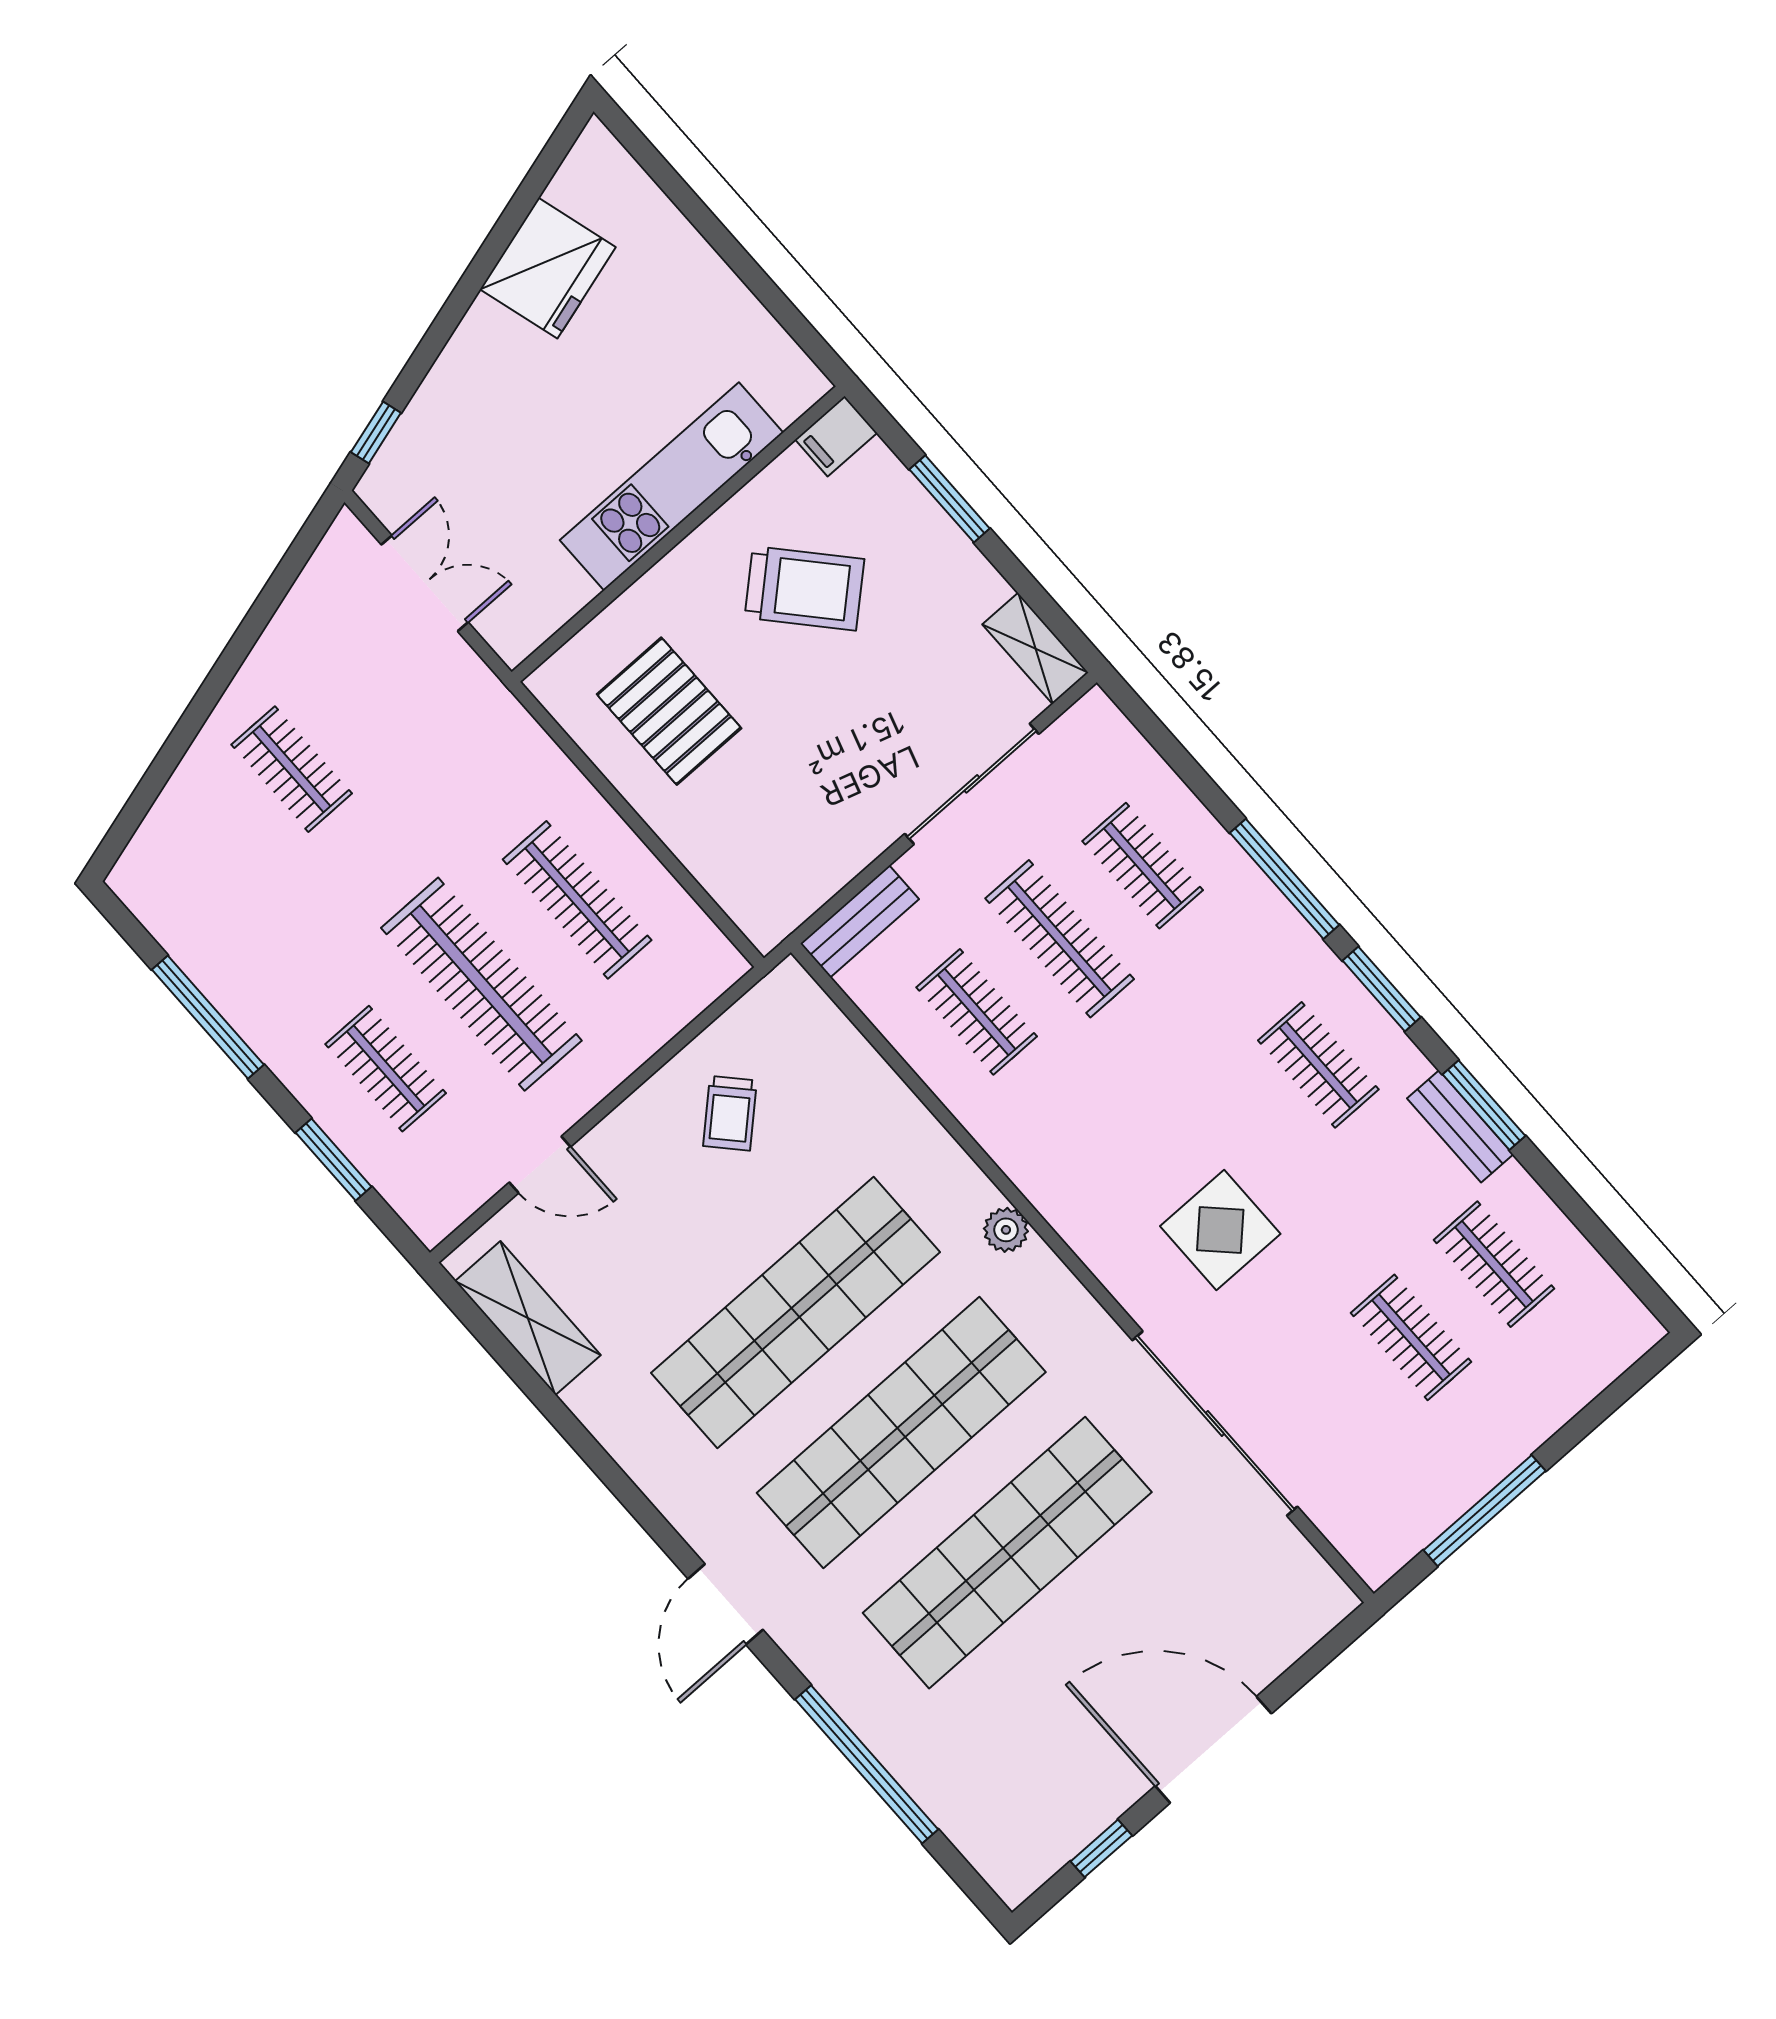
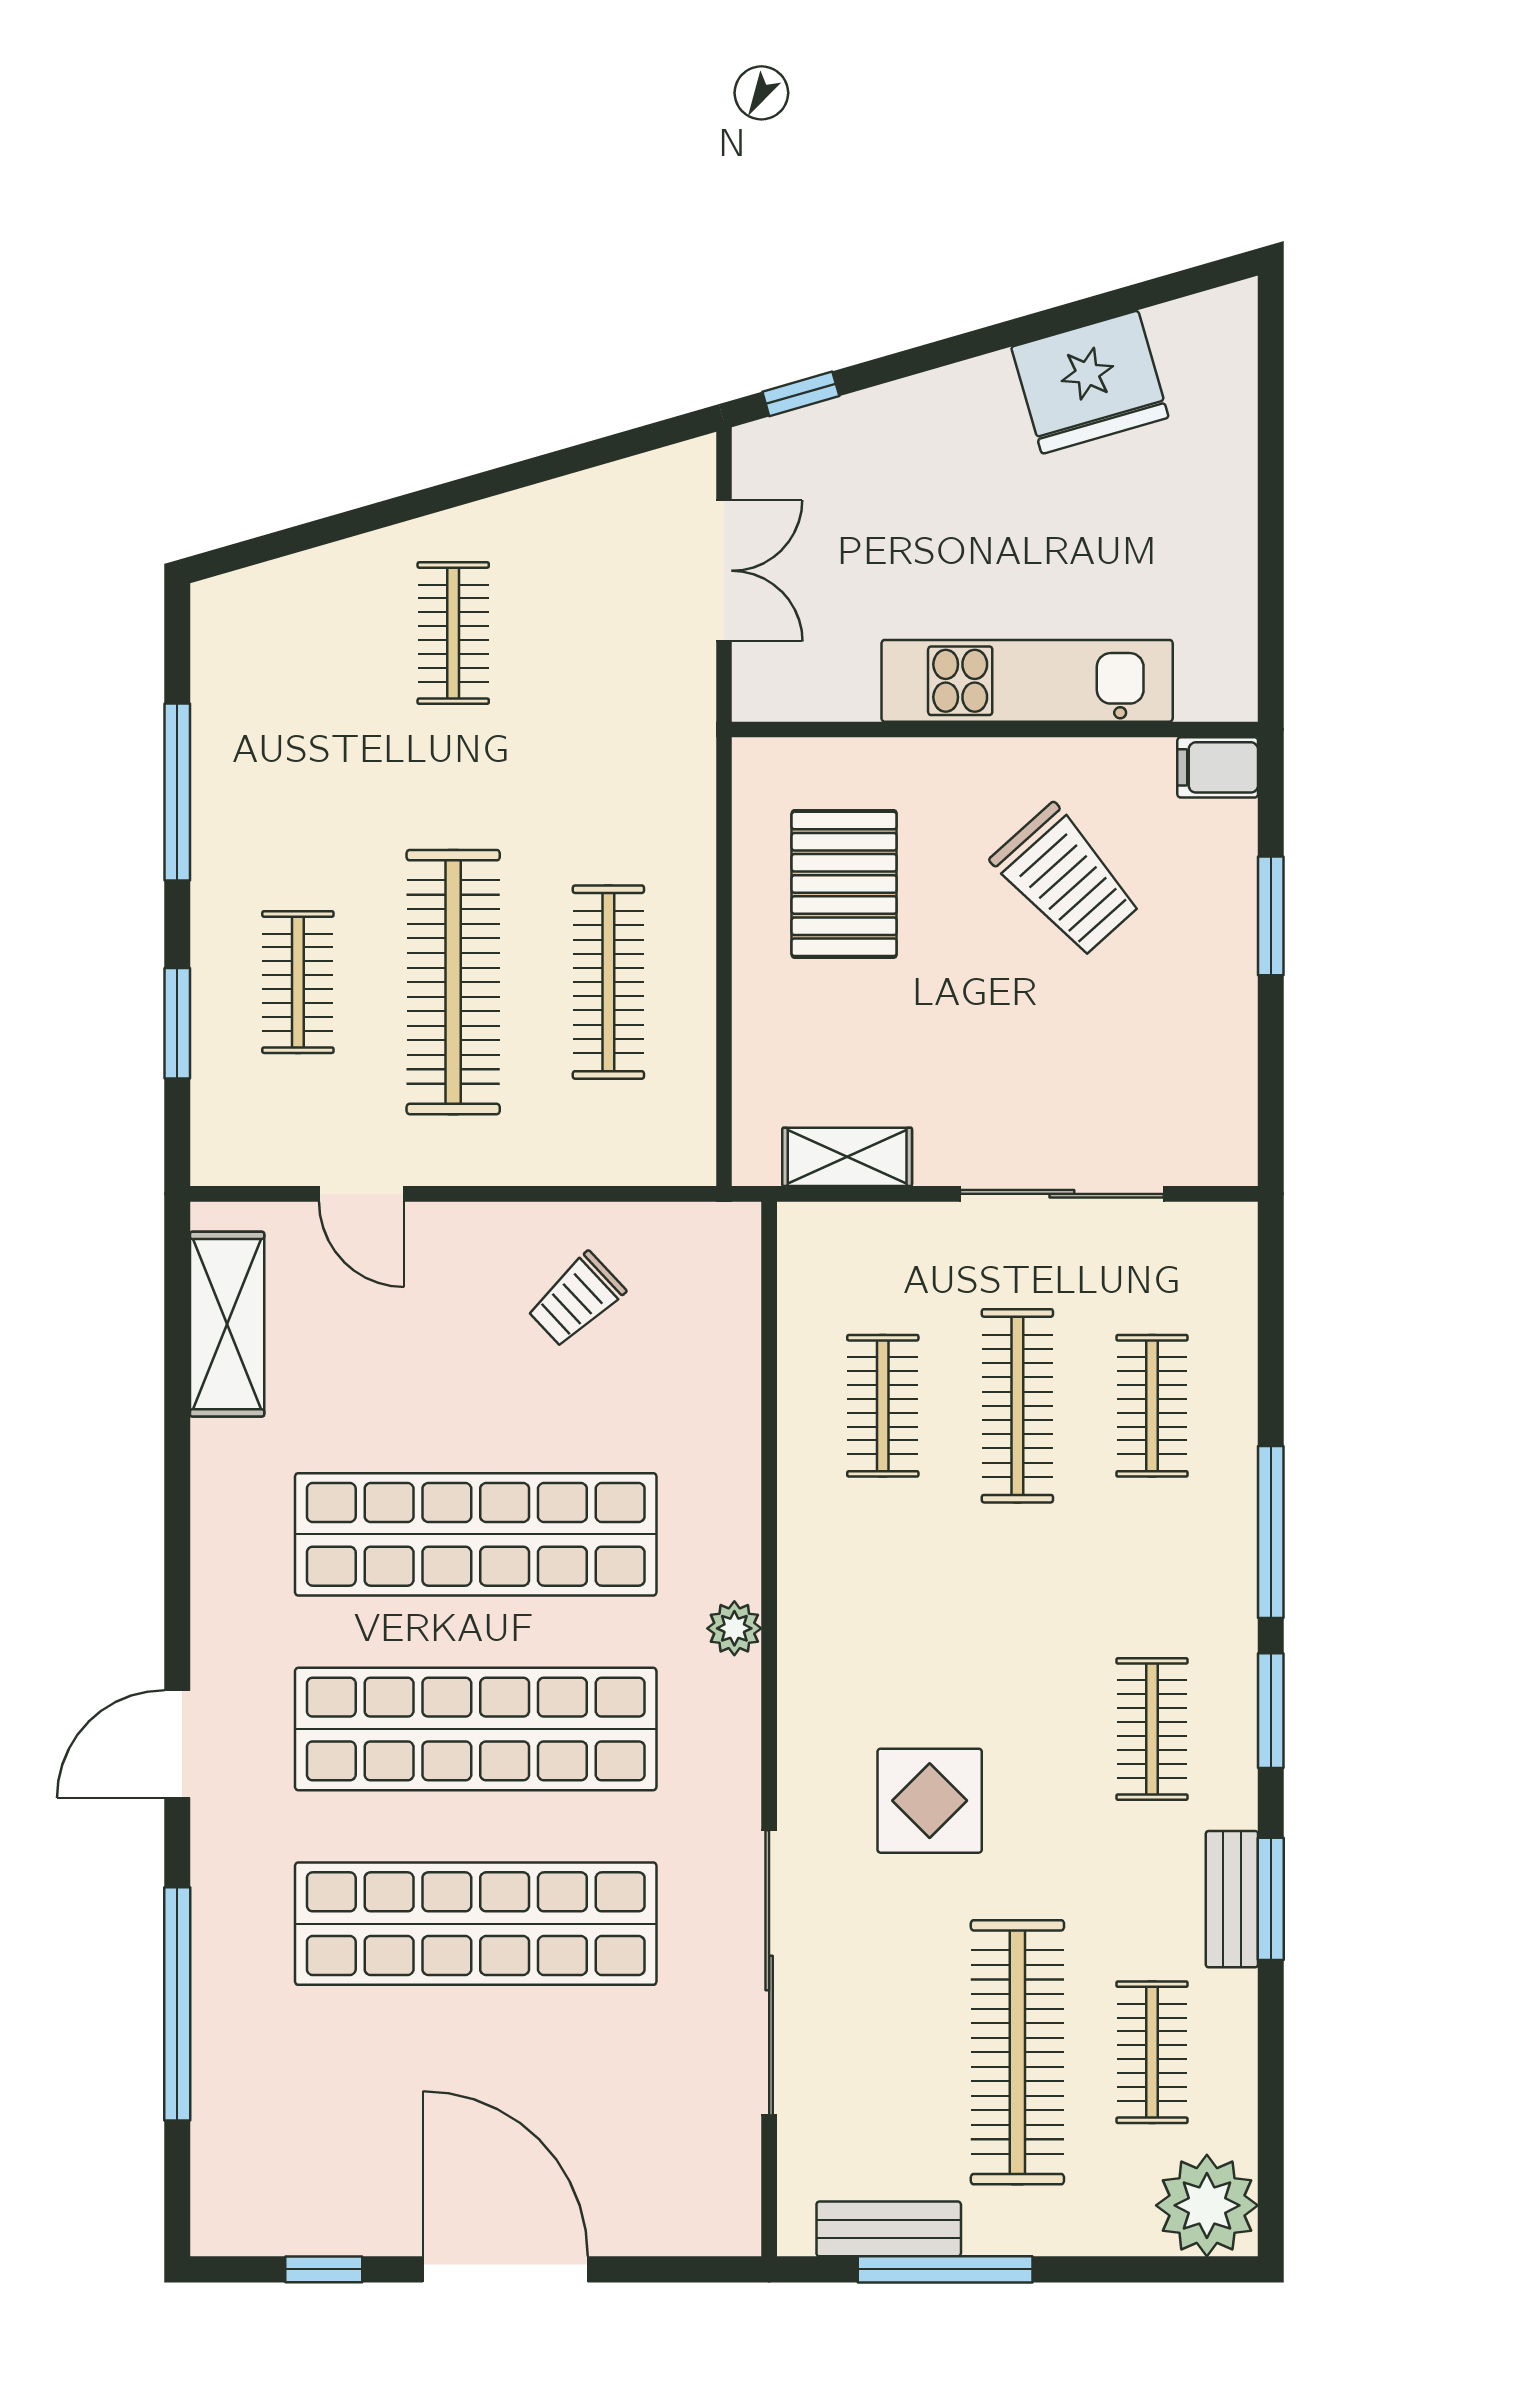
shelving: (1035, 648) -> (847, 1157), moved, turned 90
bench: (860, 921) -> (889, 2229), moved
plant: (1611, 1329) -> (1207, 2205), added
clothes rail: (1411, 1337) -> (1017, 2052), width x1.86, depth x1.31

